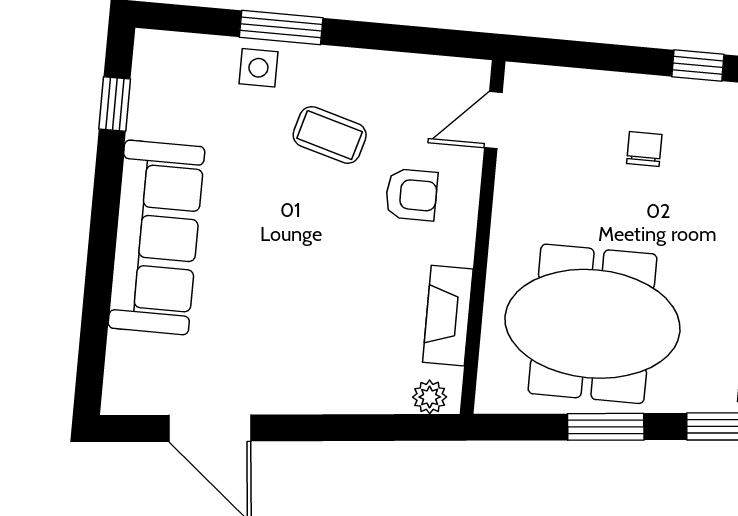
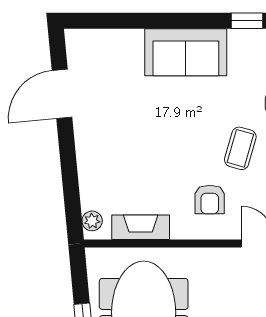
sofa: (156, 237) -> (186, 52), width x0.73

